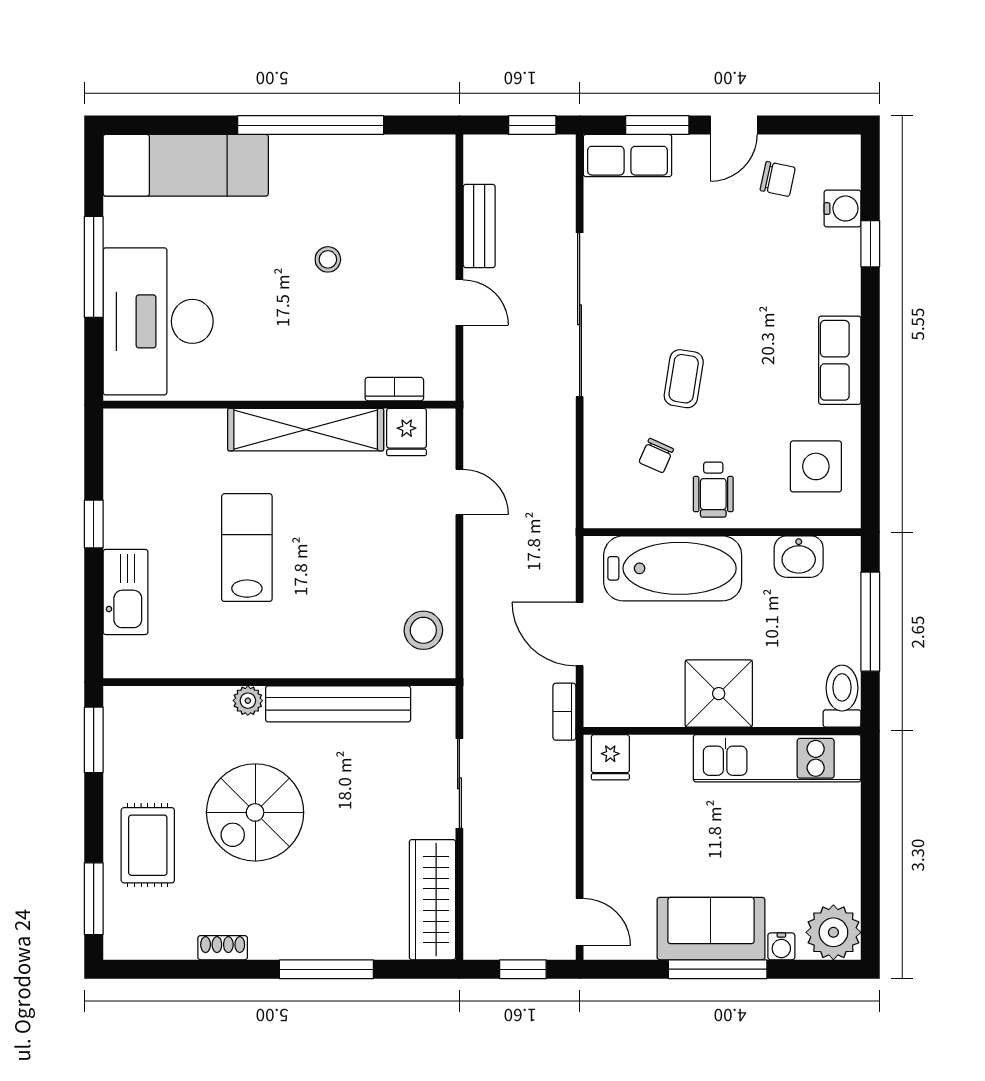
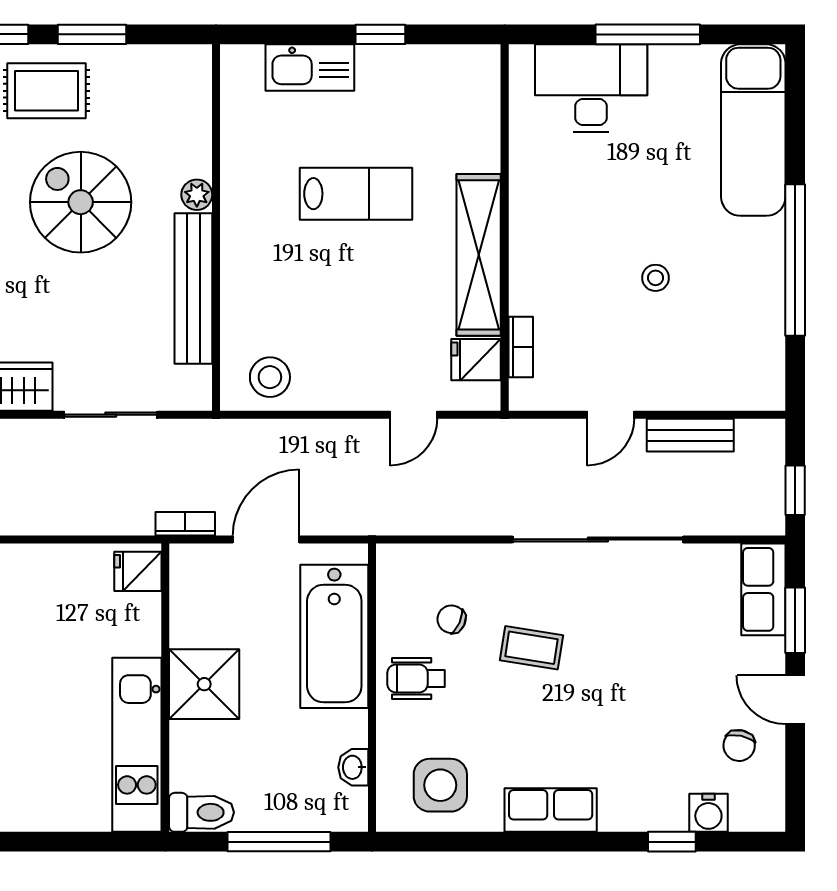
desk: (158, 321) -> (591, 88), width x0.73, depth x0.77
washbasin: (799, 557) -> (353, 767), width x0.72, depth x0.69
window: (94, 740) -> (92, 34), moved

